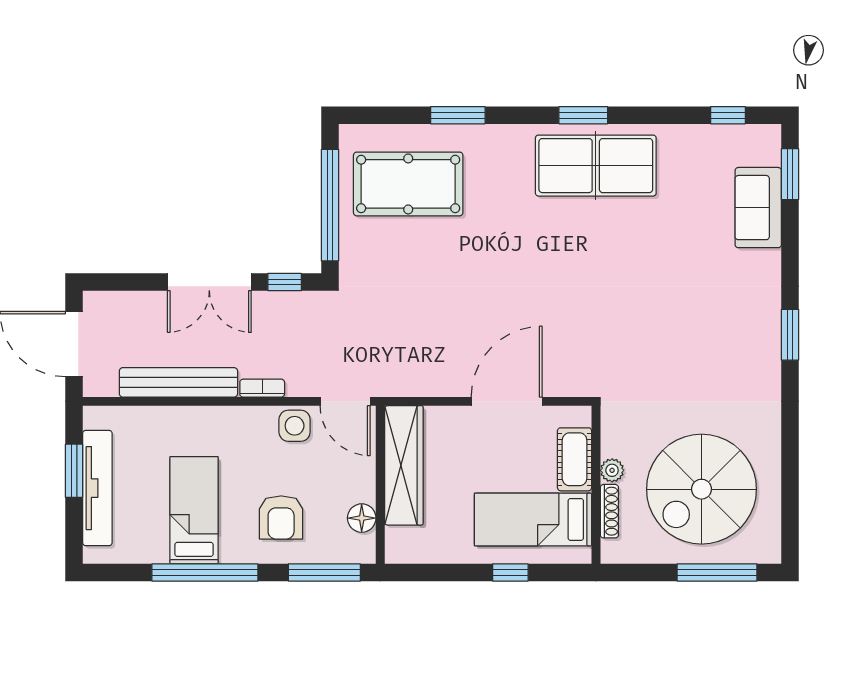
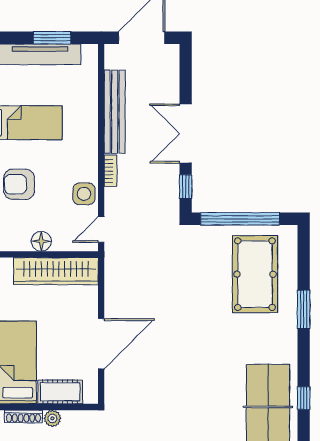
window: (583, 115) -> (304, 398), width x0.67
door: (345, 401) -> (101, 230), width x0.73
door: (507, 401) -> (101, 344), hinge flipped
floor lamp: (362, 518) -> (41, 241), moved

